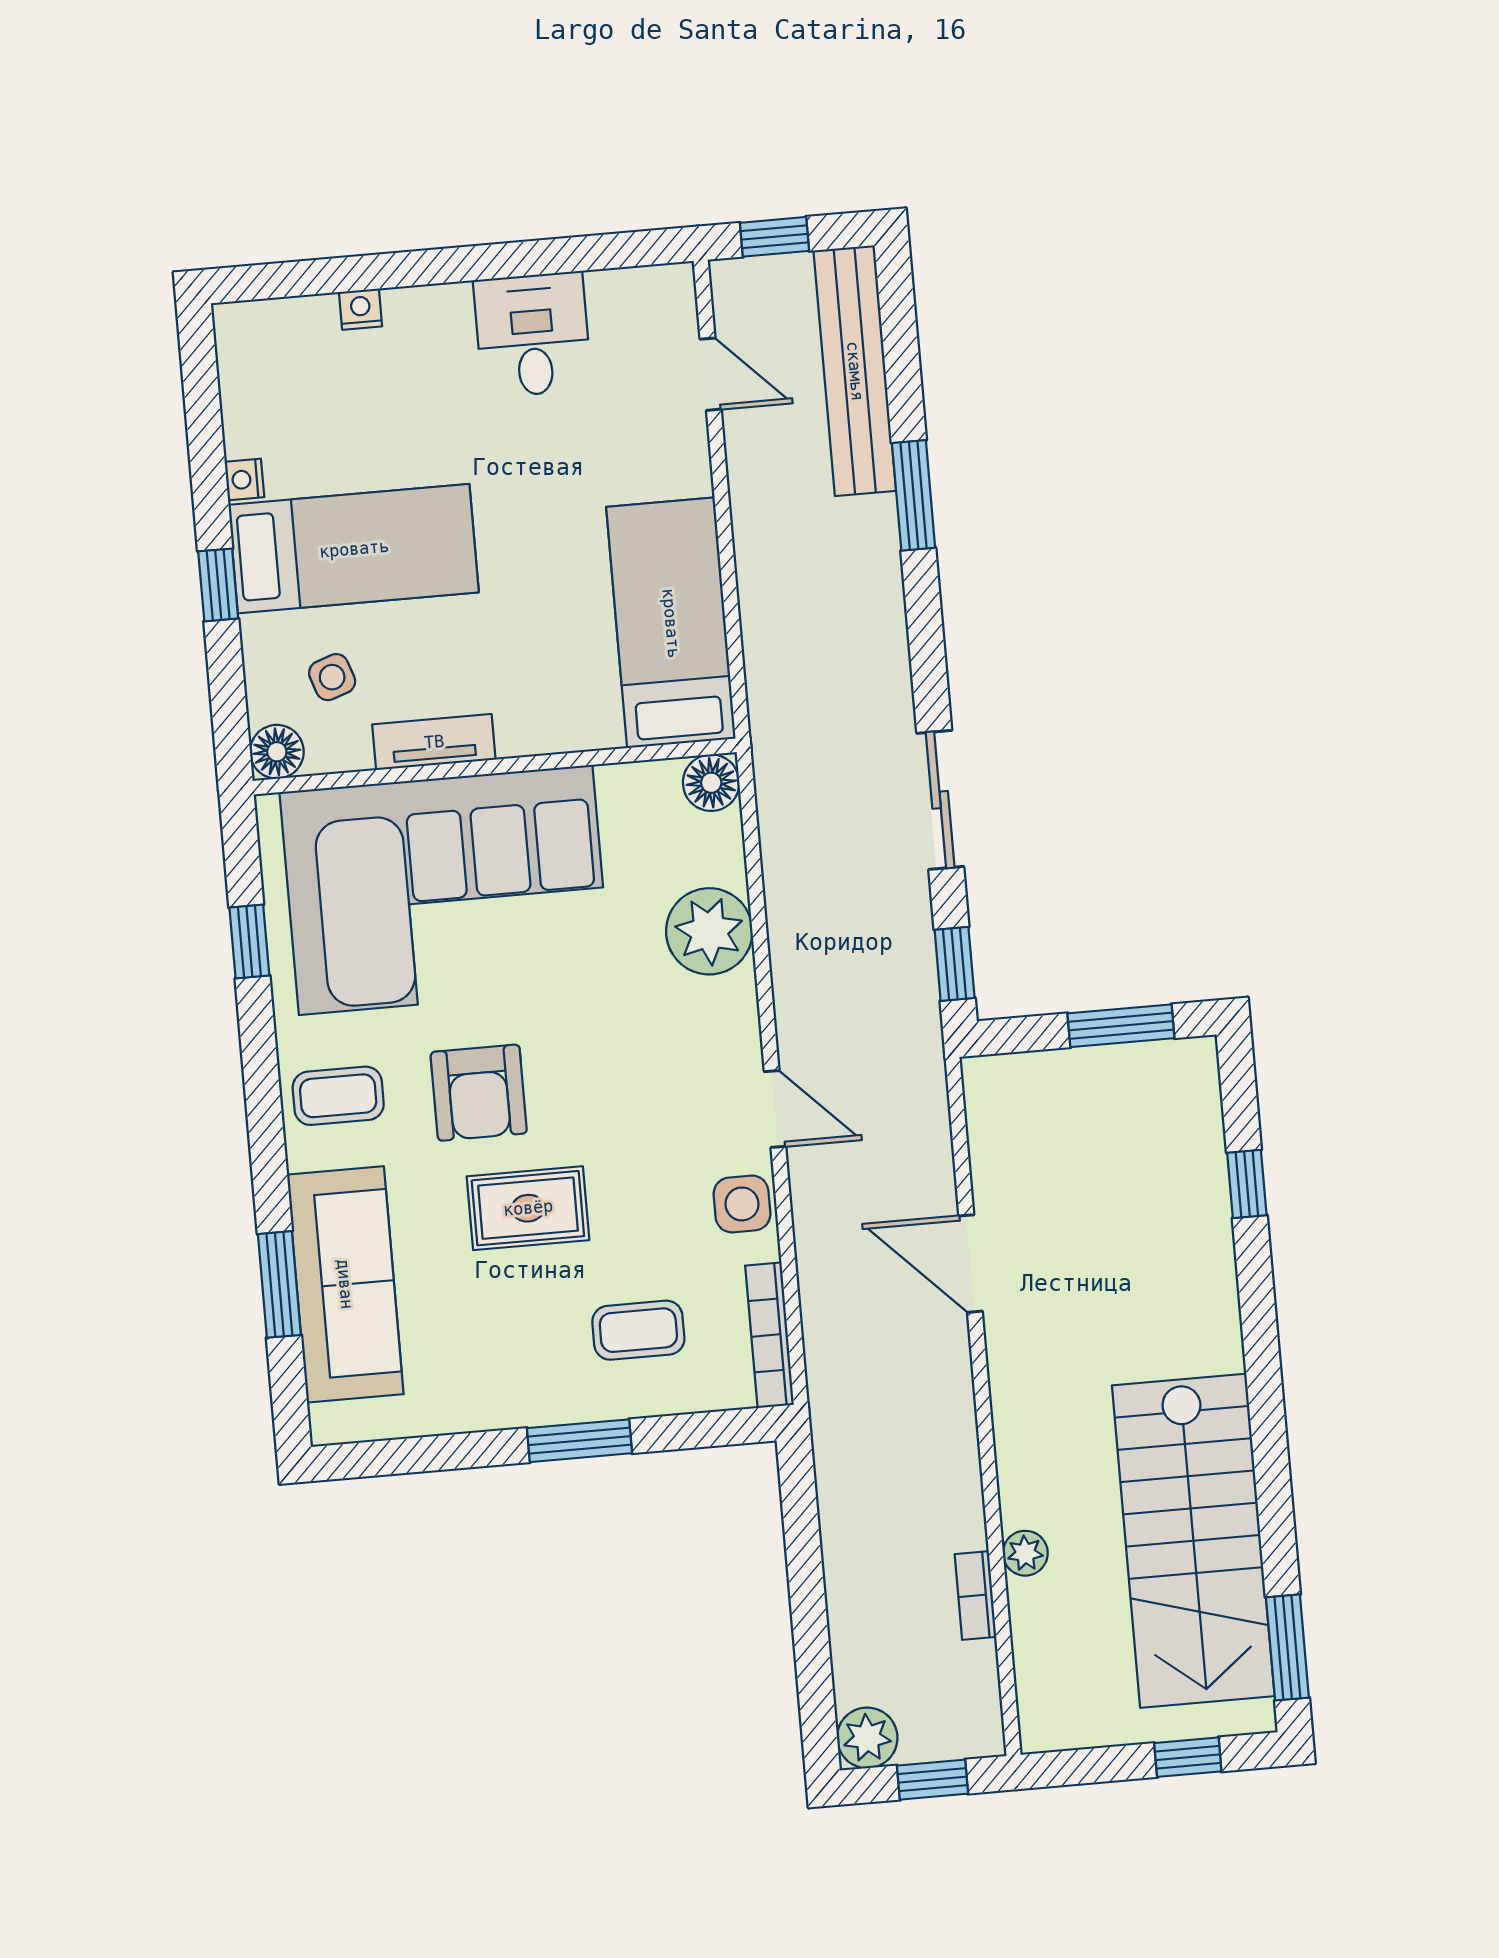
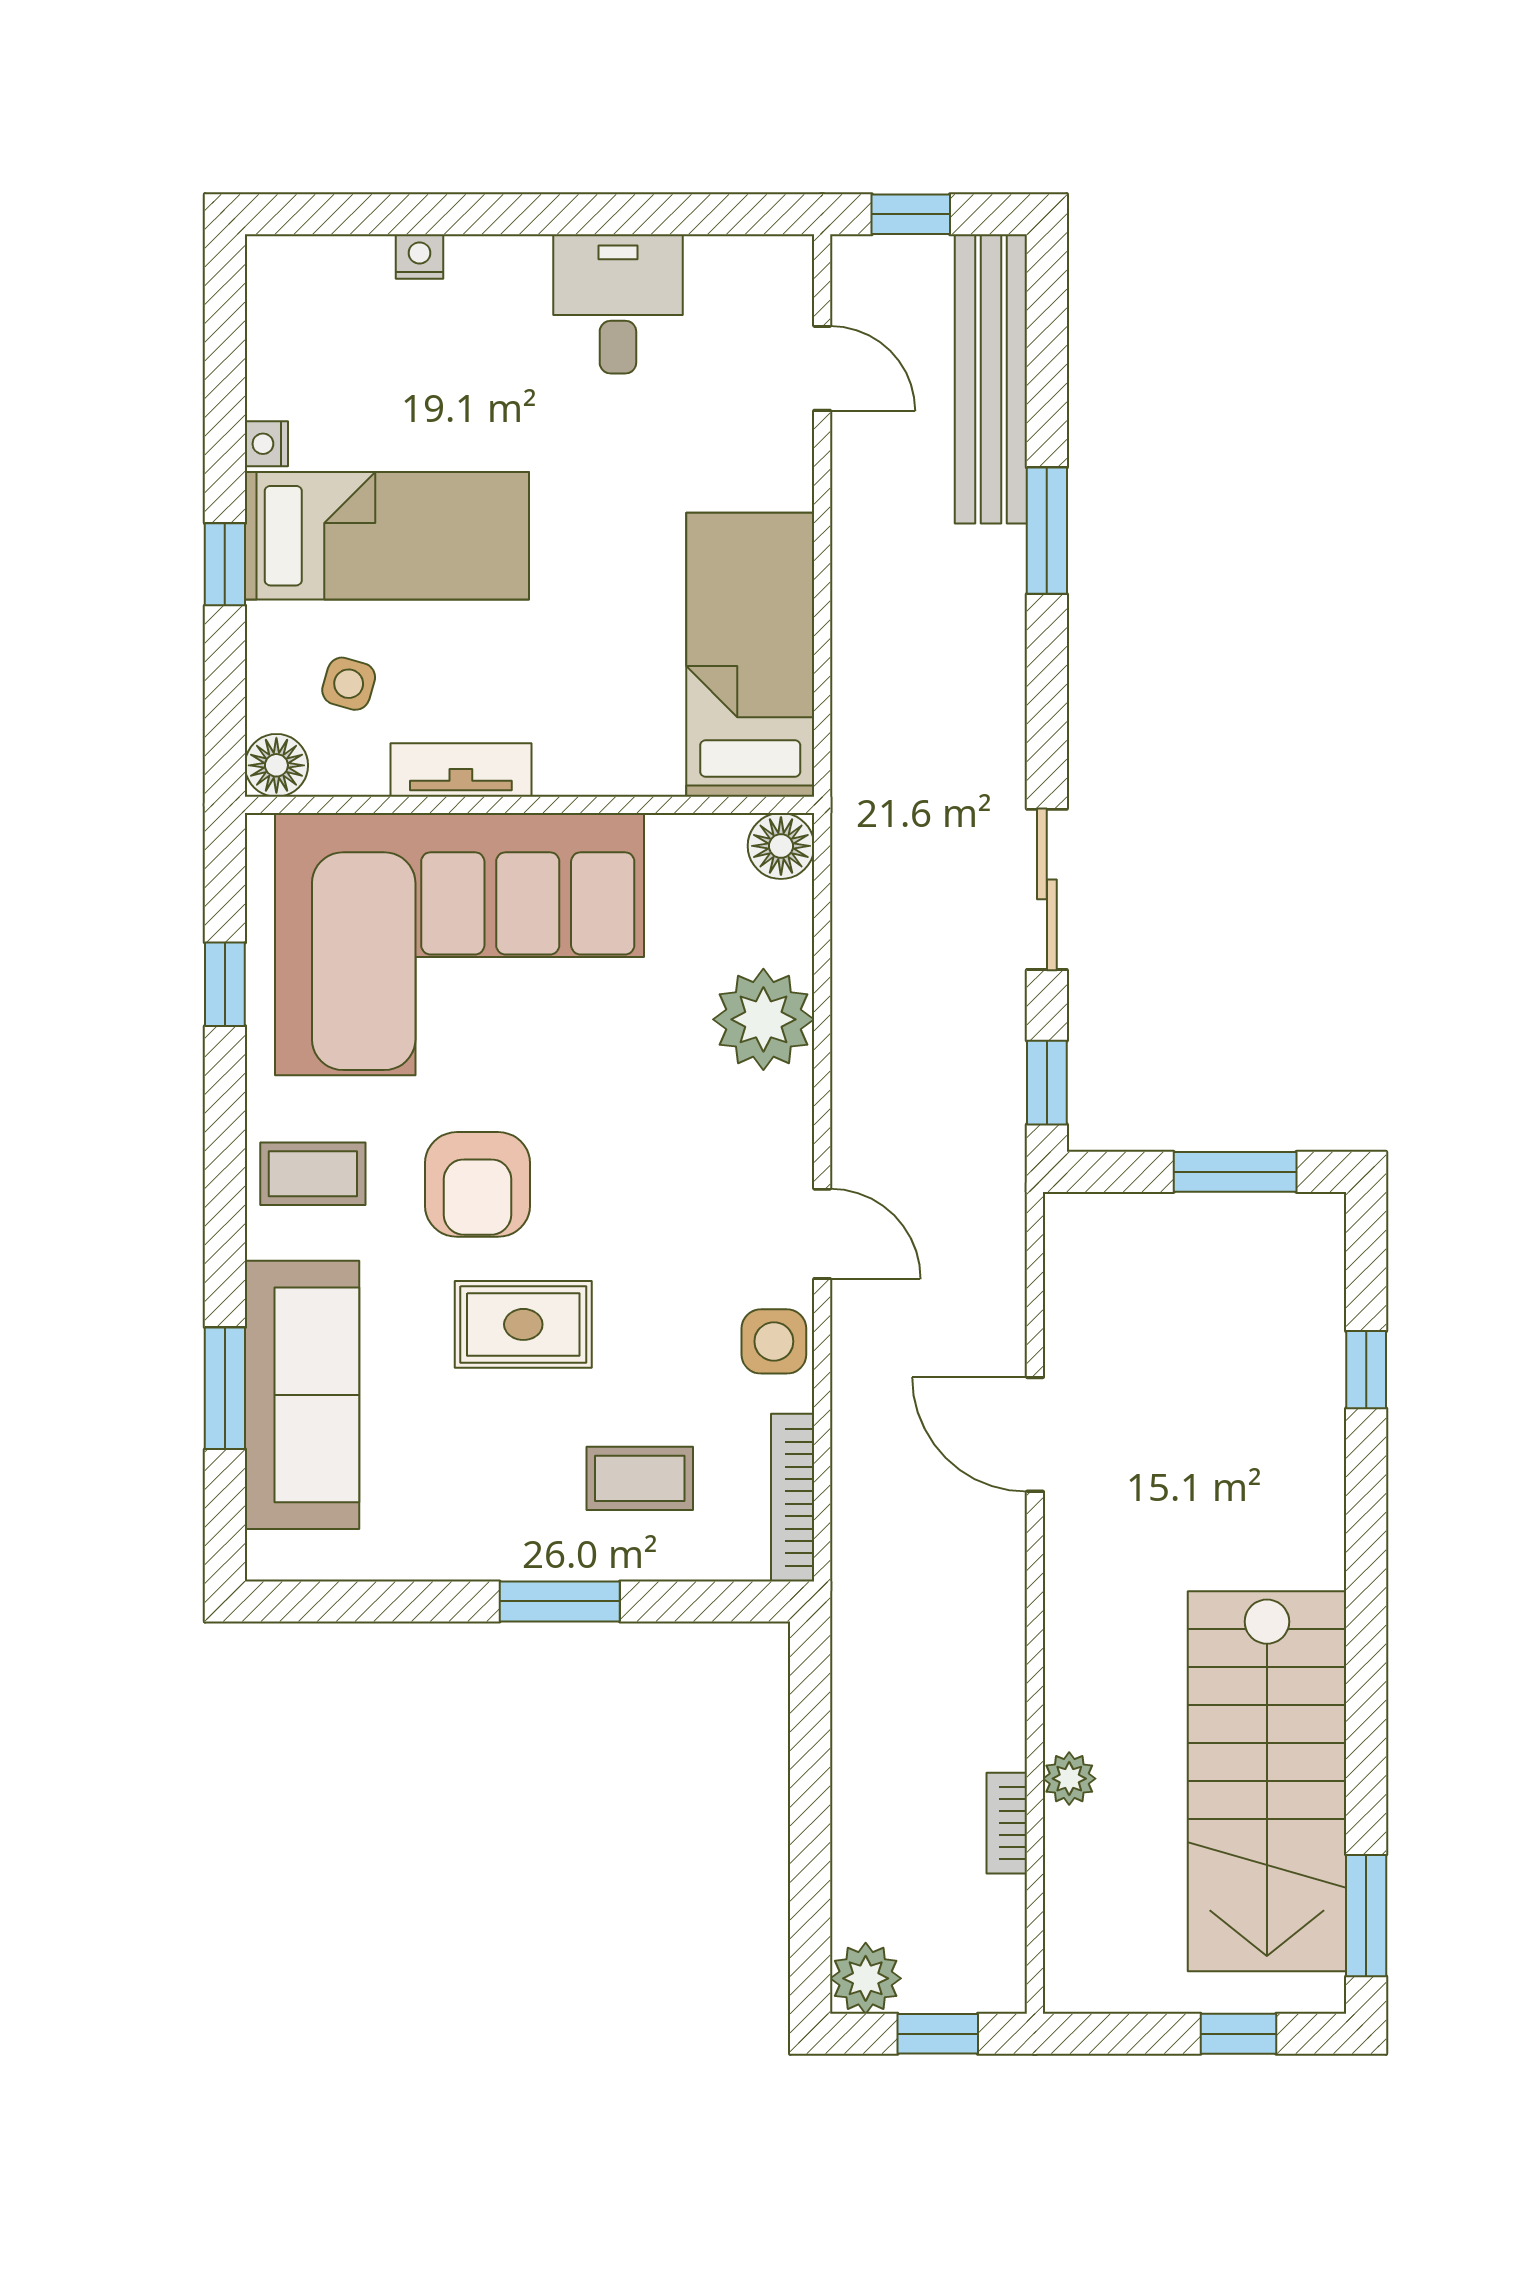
side table: (332, 677) -> (349, 684), turned 35

